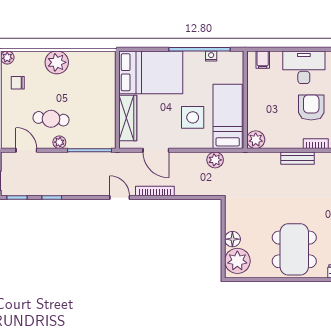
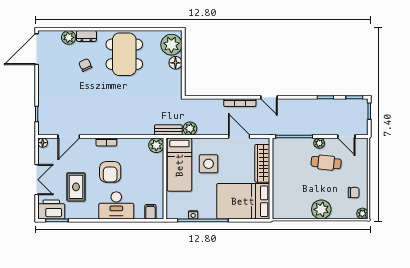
bench: (298, 158) -> (168, 130), moved

